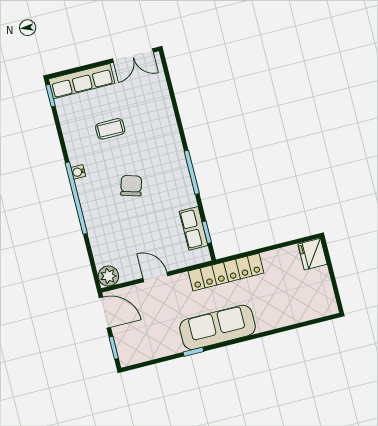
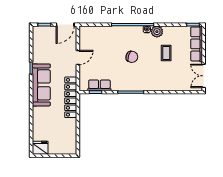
fridge: (312, 254) -> (40, 148), moved
plant: (108, 276) -> (157, 32), moved

